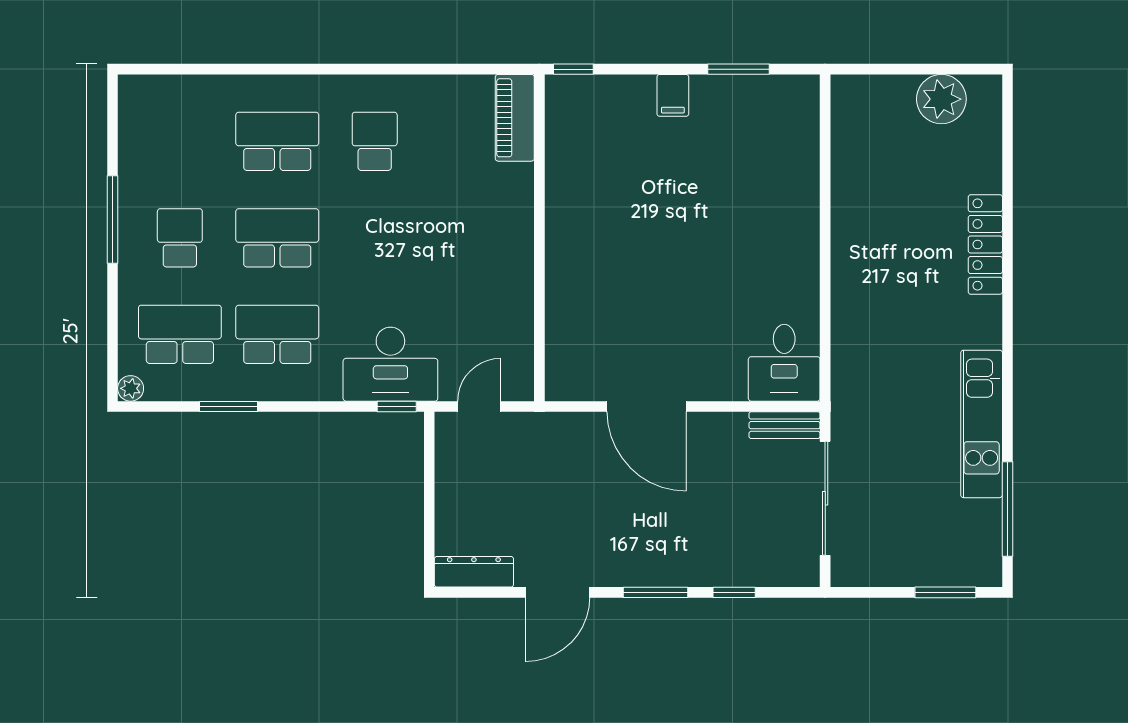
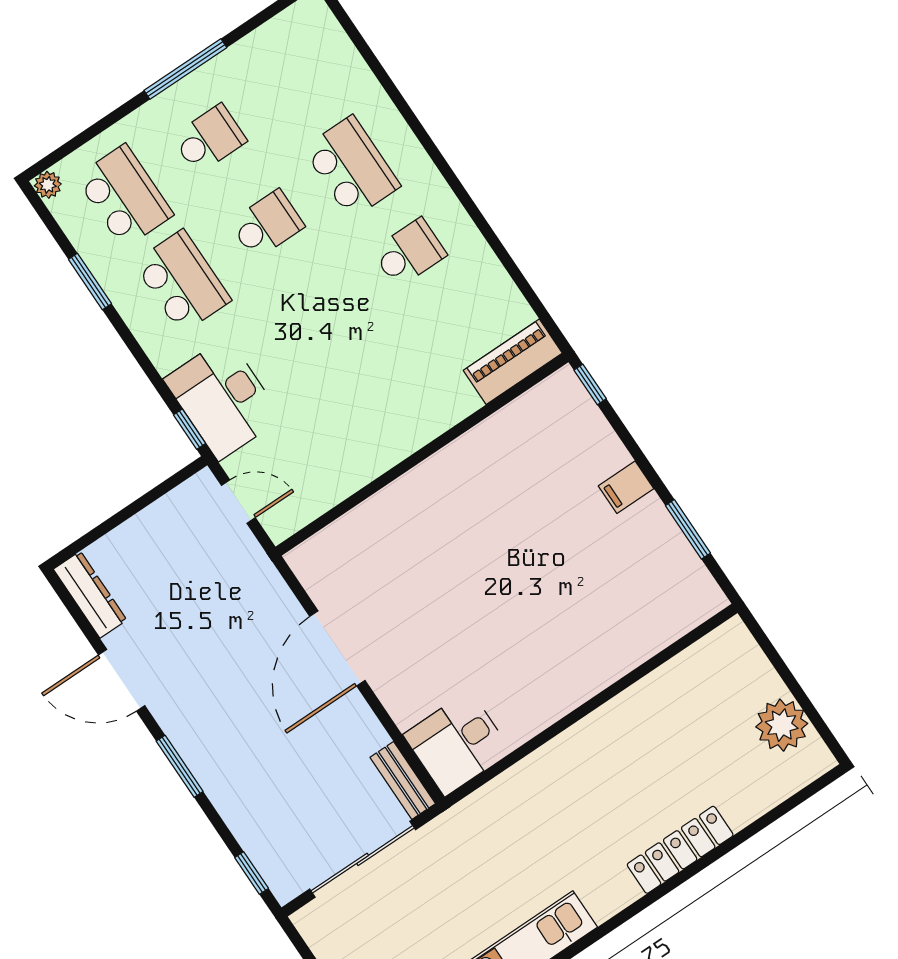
school desk: (277, 238) -> (267, 224), width x0.54
window: (734, 592) -> (252, 873), moved

